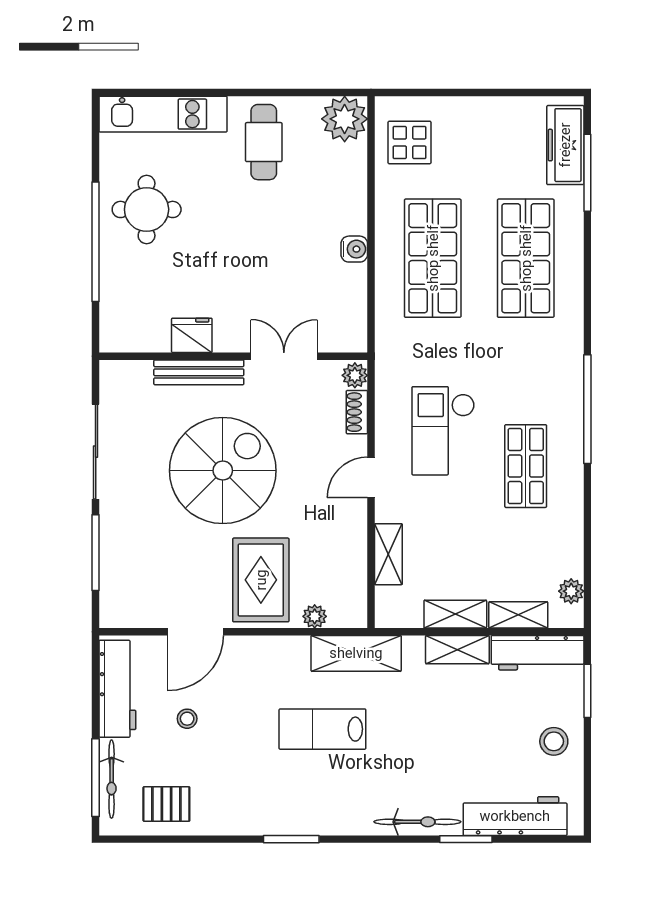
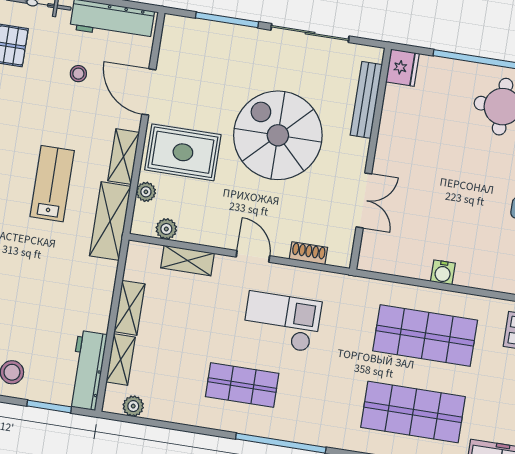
fridge: (192, 335) -> (403, 68), moved
bench: (199, 372) -> (366, 100), moved
plant: (355, 375) -> (166, 229), moved
spiral stairs: (223, 471) -> (278, 135), turned 180
shelving: (457, 650) -> (124, 157), moved

